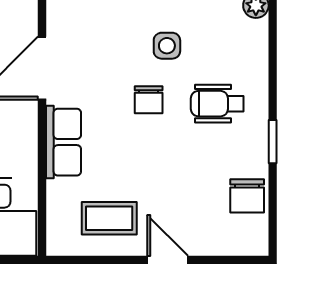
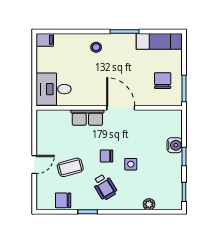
wheelchair: (217, 104) -> (105, 187), turned 149
coffee table: (109, 218) -> (70, 167), moved, turned 75

